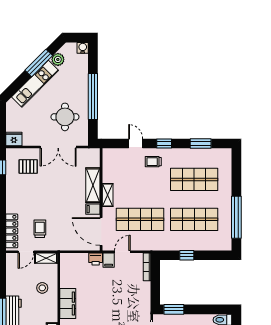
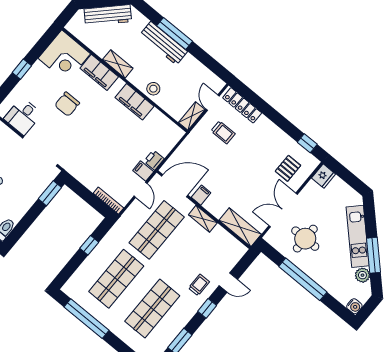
shelving: (93, 185) -> (240, 227), moved
stool: (42, 288) -> (153, 89), moved

